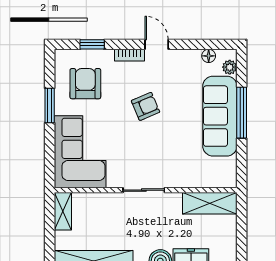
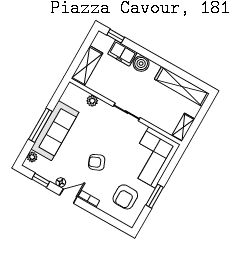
window: (92, 44) -> (41, 180), moved
door: (157, 44) -> (68, 196), swing flipped
floor lamp: (209, 56) -> (61, 182), moved
plant: (195, 180) -> (92, 101), added
shelving: (210, 203) -> (87, 66), moved, turned 90

